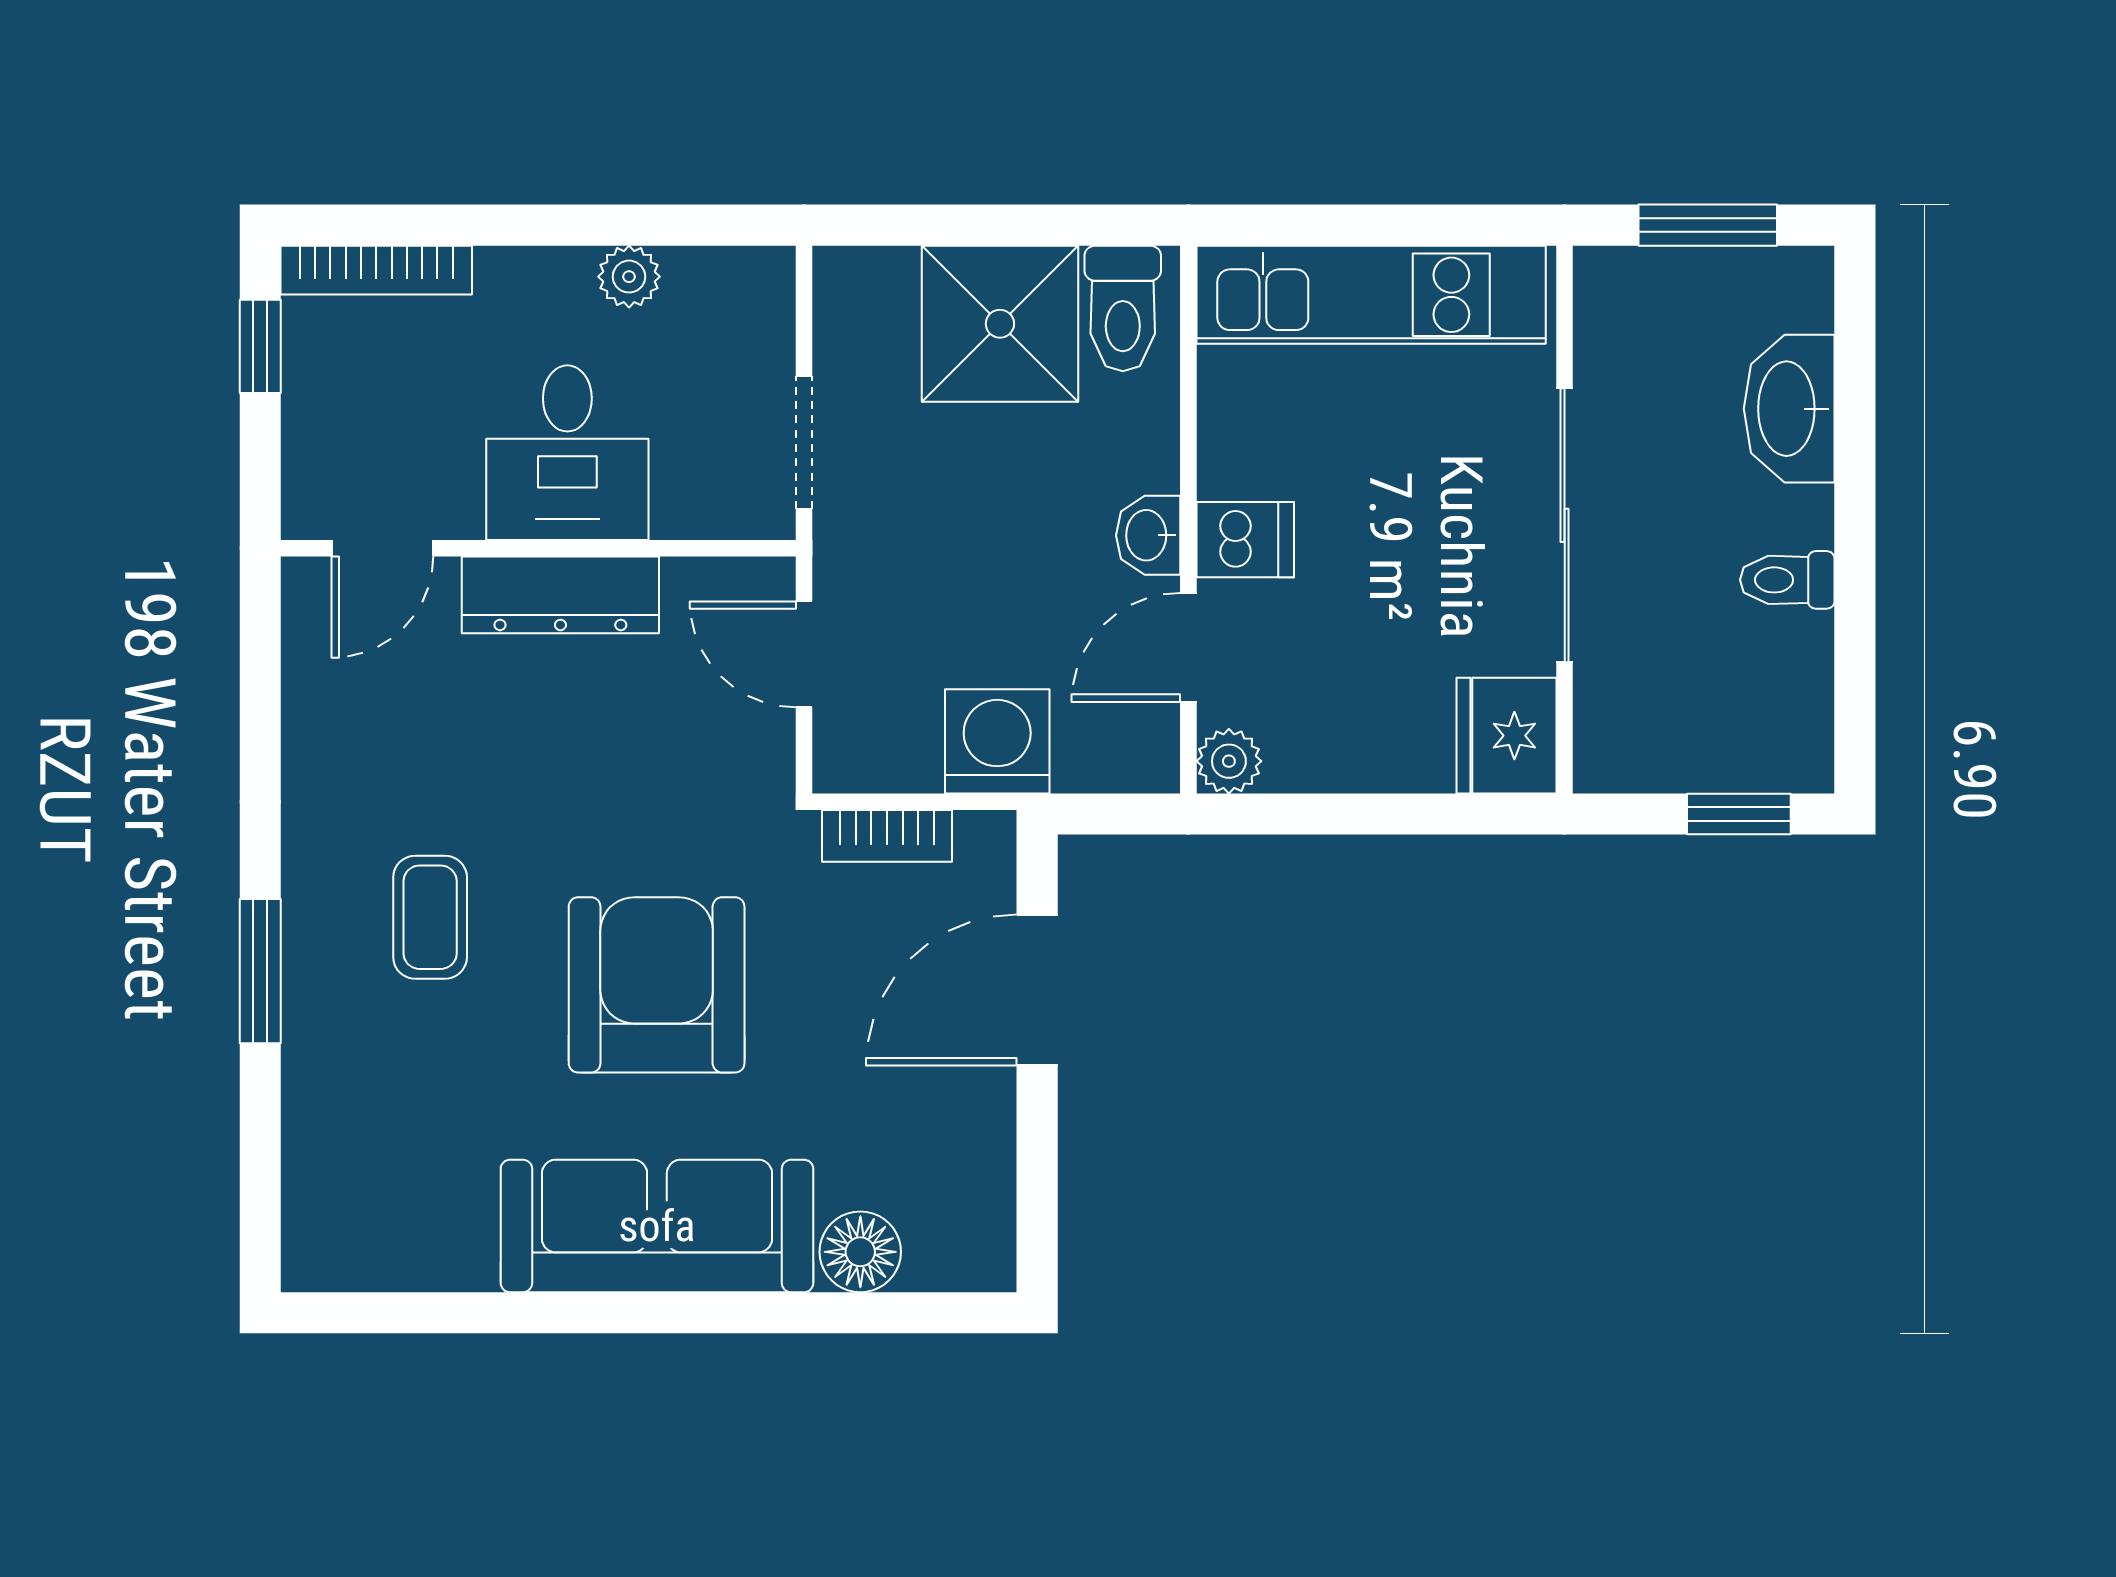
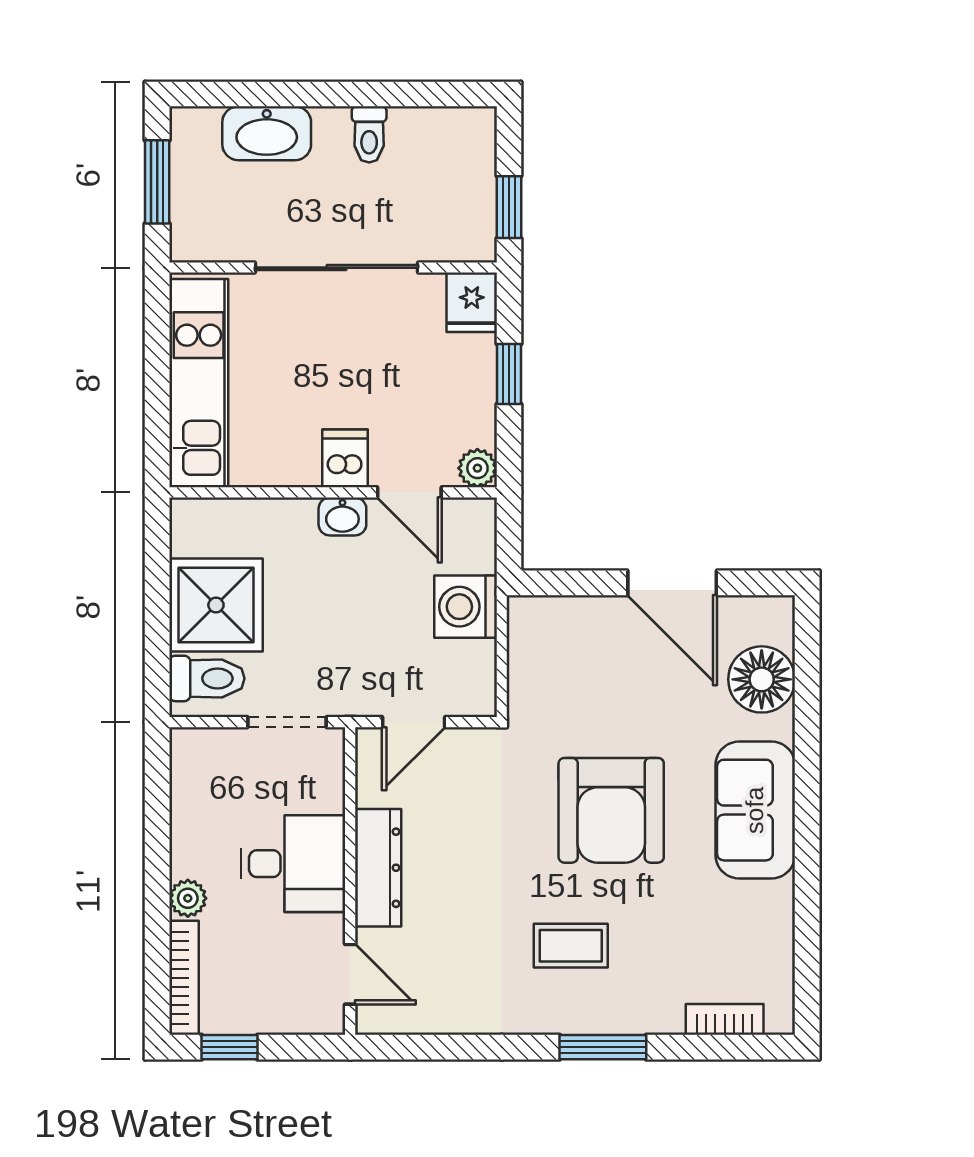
plant: (629, 277) -> (188, 898), moved
toilet: (1123, 309) -> (207, 678), moved
fridge: (1506, 736) -> (472, 302), width x0.72
window: (1386, 814) -> (509, 374), added
window: (1739, 814) -> (509, 207), moved
bookcase: (887, 836) -> (725, 1019), moved, turned -90
armchair: (657, 985) -> (611, 810), turned -90
door: (1037, 990) -> (672, 583), moved
sofa: (657, 1226) -> (755, 810), width x0.74
floor lamp: (860, 1252) -> (762, 679), width x1.38, depth x1.38

